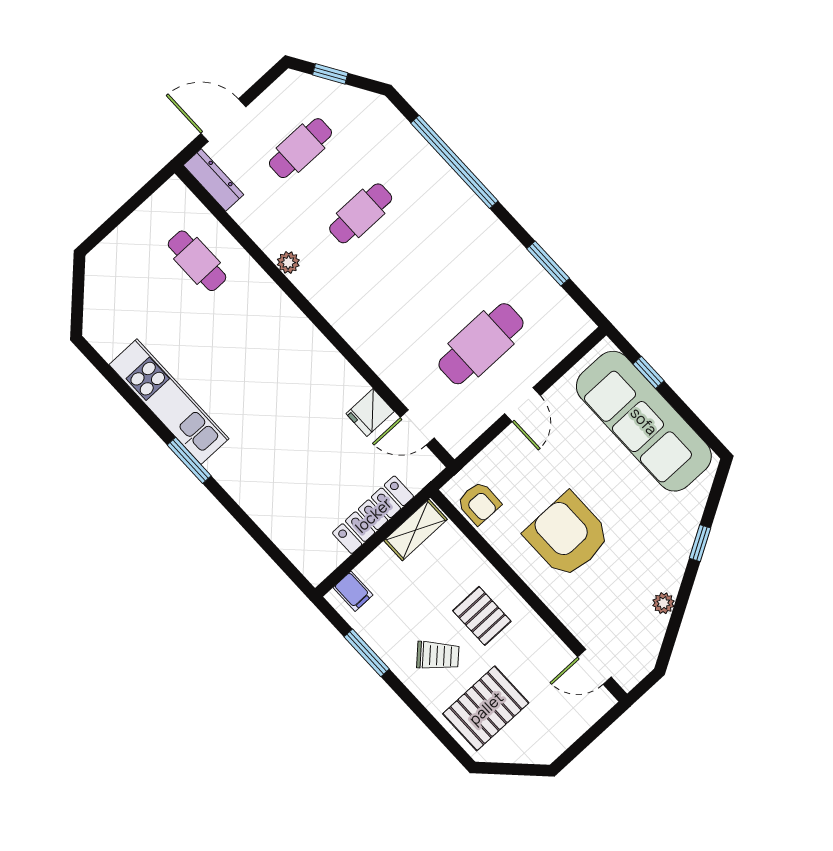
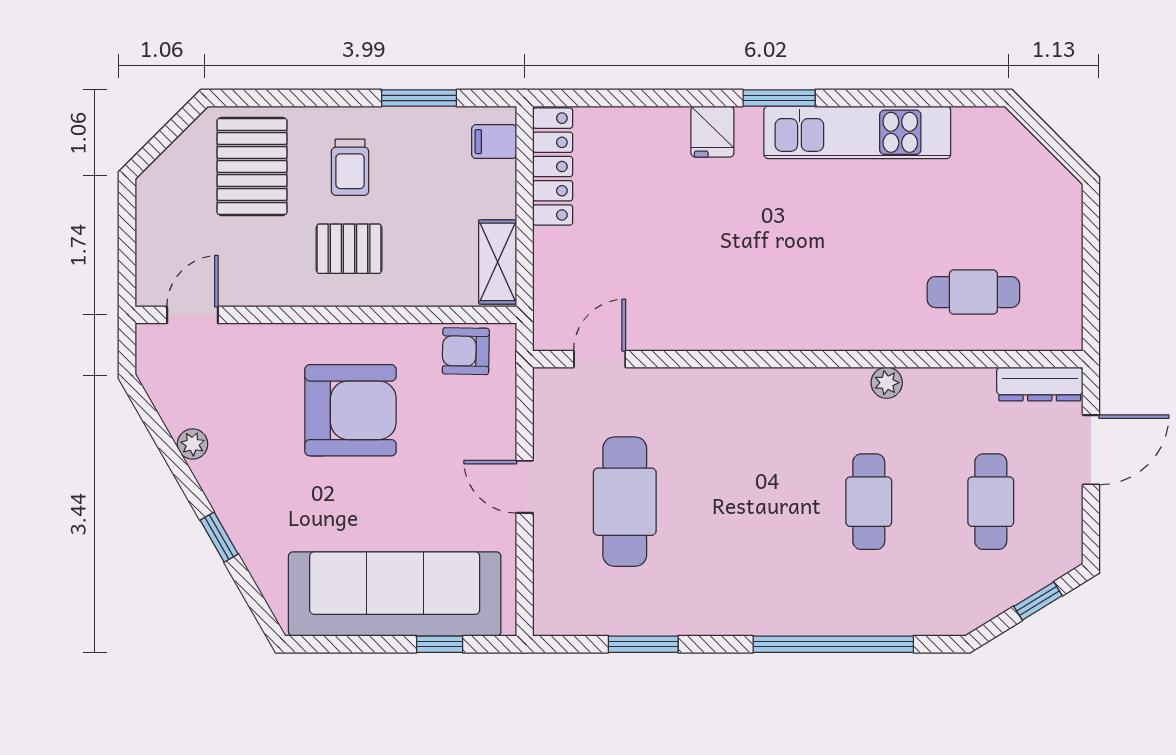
fridge: (370, 412) -> (712, 132), moved, turned 180
locker: (373, 515) -> (553, 167), moved
trolley: (438, 656) -> (350, 167), turned -46

